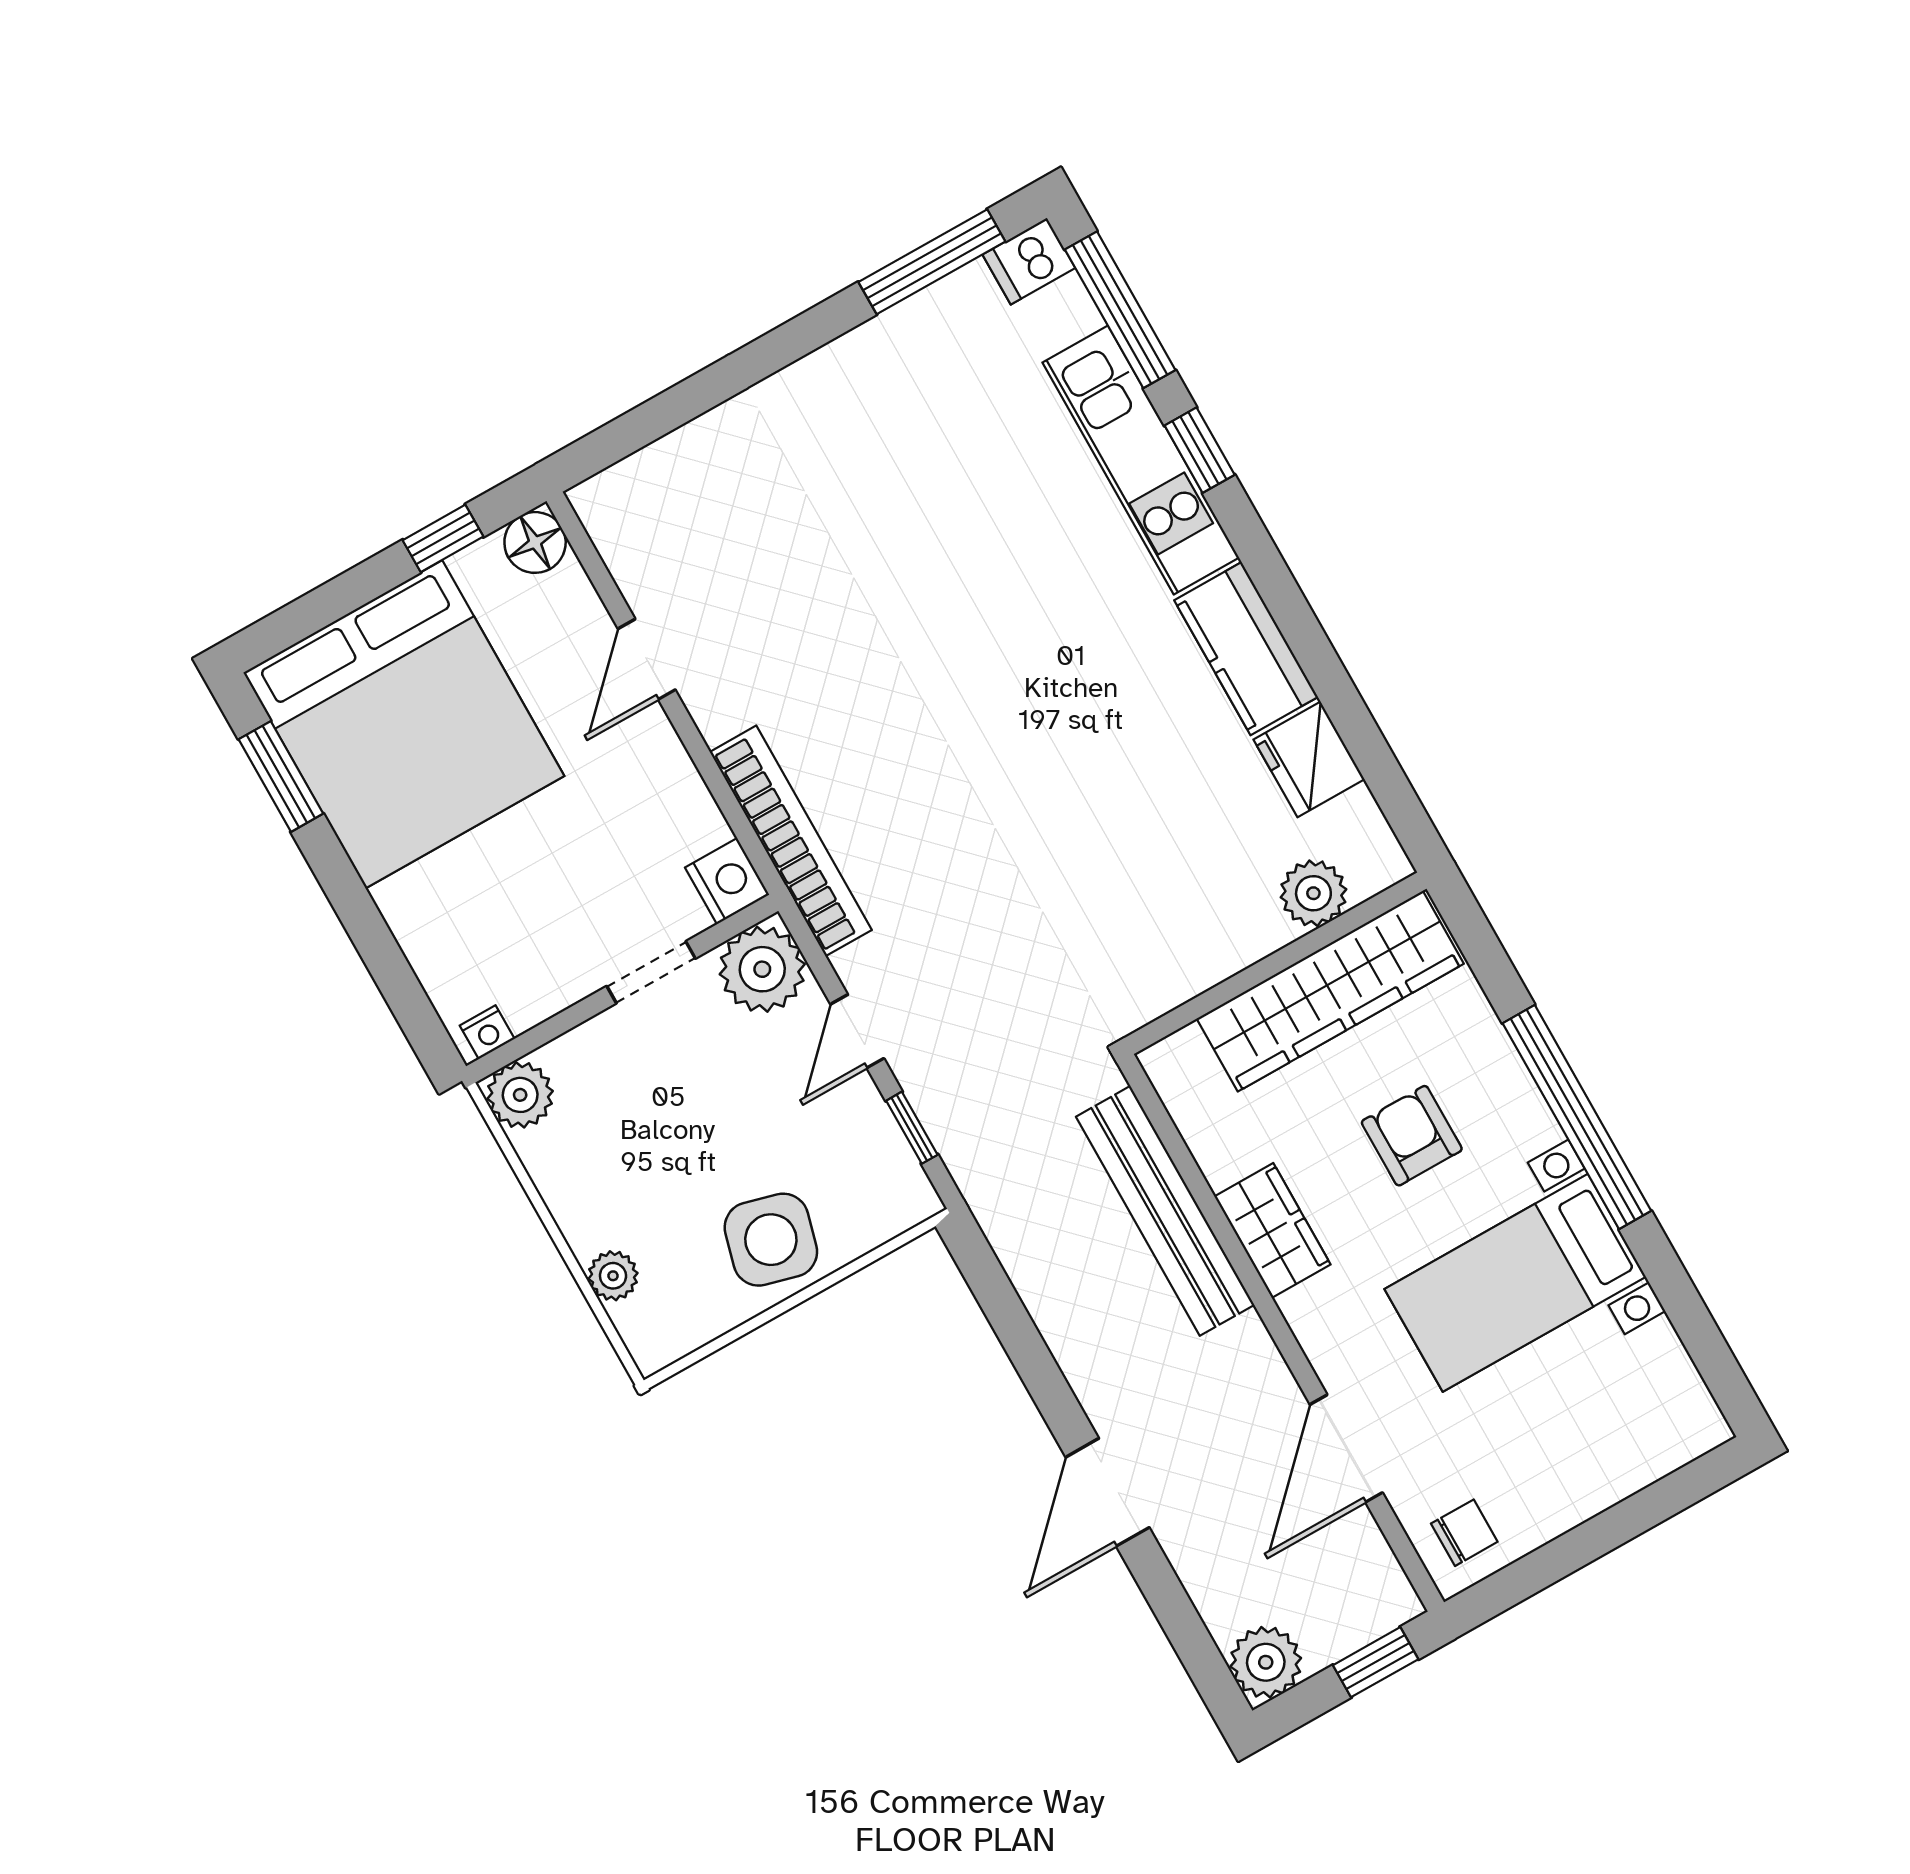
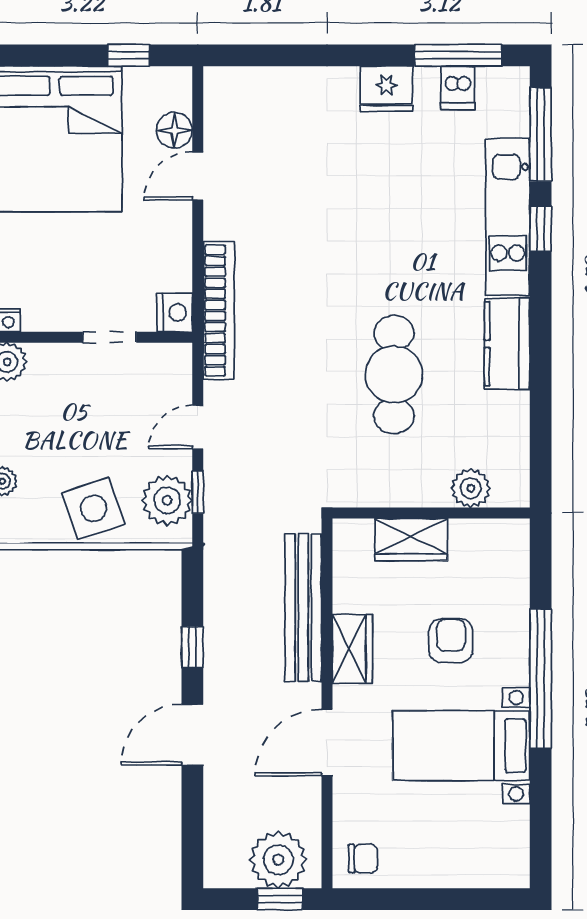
dishwasher: (1029, 261) -> (458, 88), moved, turned -90
floor lamp: (535, 542) -> (174, 130), moved
fridge: (1309, 759) -> (386, 89), moved, turned -90
cafe table: (1104, 789) -> (394, 374), added
plant: (762, 969) -> (167, 500), moved
wardrobe: (1330, 991) -> (411, 540), width x0.48, depth x0.85
side table: (771, 1240) -> (93, 508), turned -34
window: (1034, 1362) -> (192, 647), added
door: (1346, 1449) -> (327, 742), moved
plant: (1266, 1662) -> (278, 860), moved, width x1.36, depth x1.36

